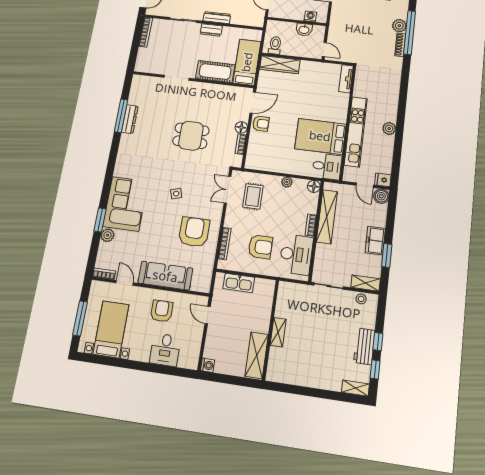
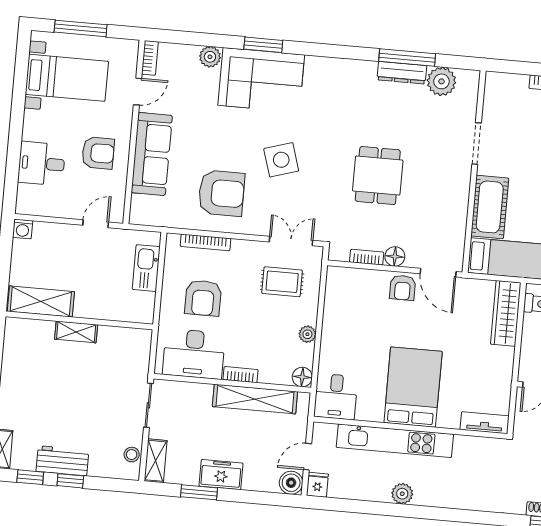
plant: (137, 96) -> (441, 81), added
bed: (320, 136) -> (413, 387), moved
side table: (176, 194) -> (281, 160), width x1.87, depth x1.87
window: (100, 220) -> (263, 45), moved

